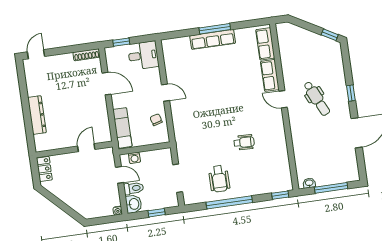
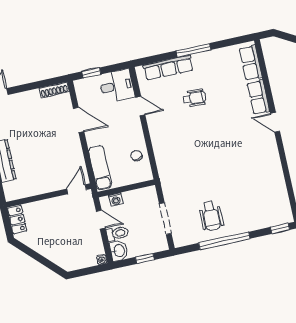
row of seats: (213, 39) -> (168, 68), moved
door: (166, 93) -> (140, 106), moved
wheelchair: (244, 142) -> (194, 98), moved
door: (86, 148) -> (77, 189), moved

